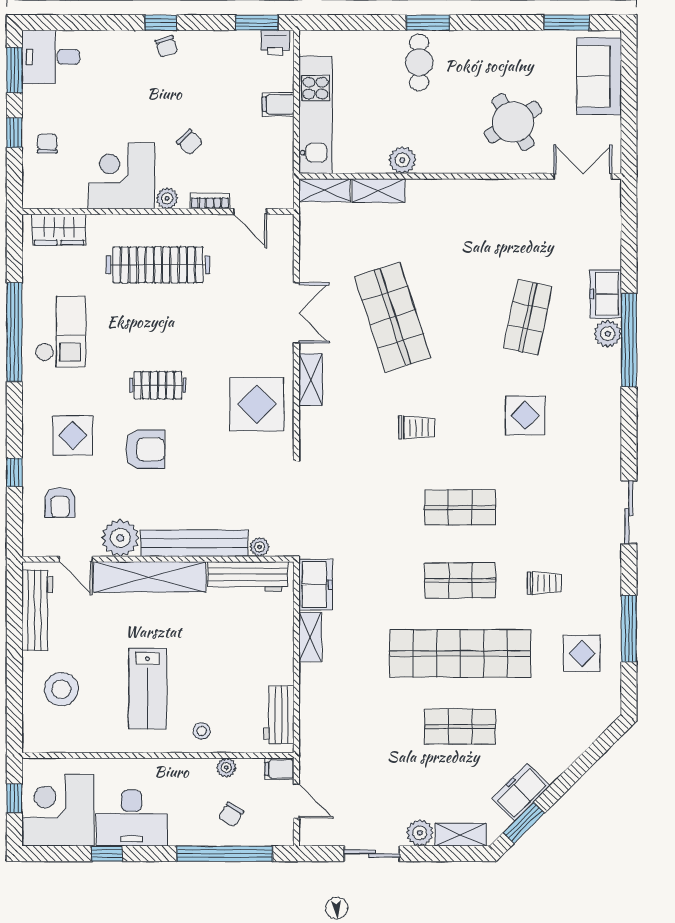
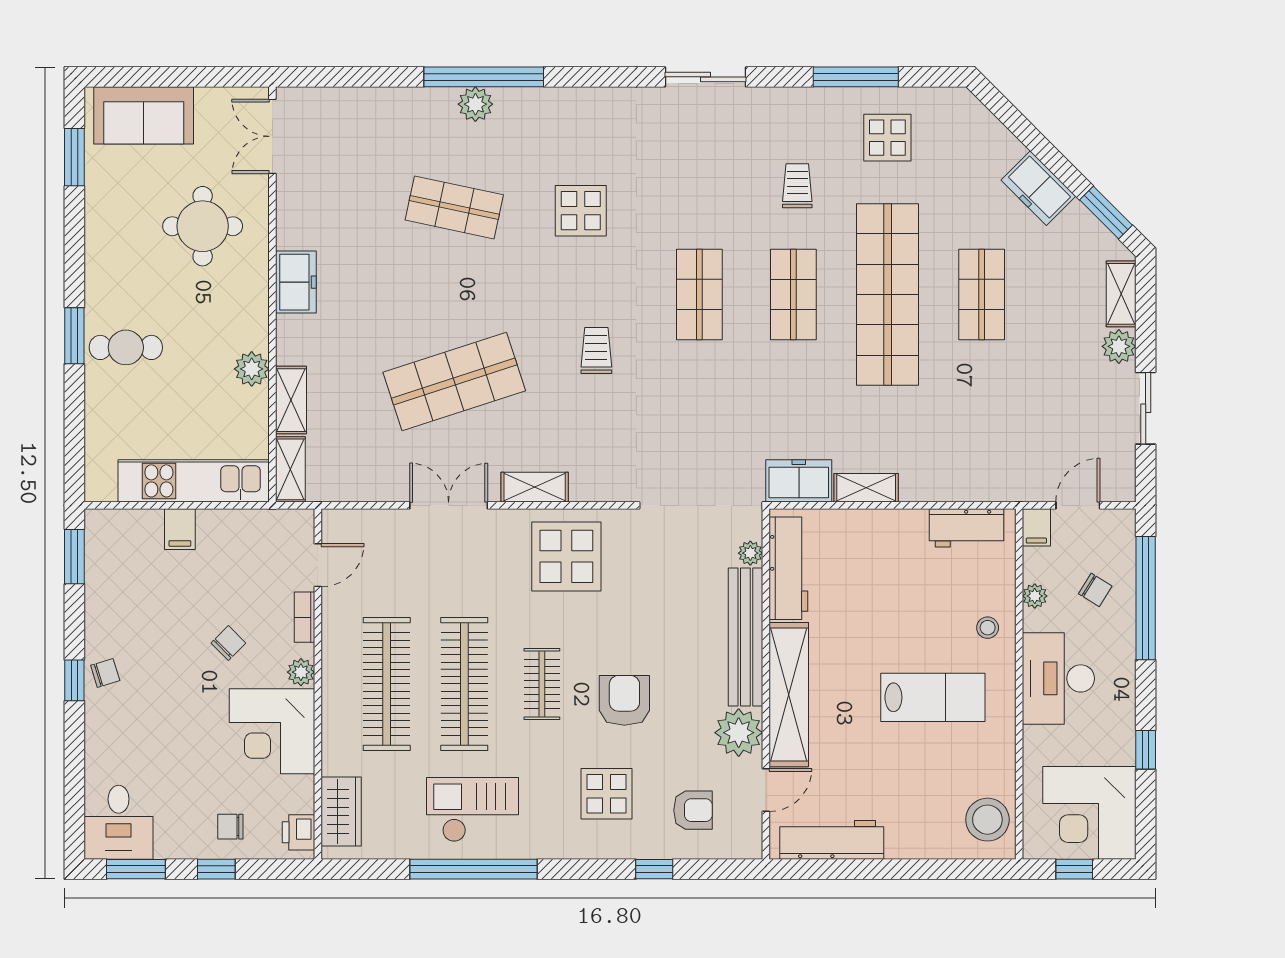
printer: (275, 43) -> (299, 832), moved, turned 180
round table: (513, 122) -> (203, 226), turned 32
freezer: (606, 294) -> (296, 282), moved, turned -90
clothes rail: (158, 325) -> (464, 684), added
stool: (61, 689) -> (987, 820), moved
freezer: (521, 792) -> (1038, 188), moved
desk: (132, 818) -> (1058, 678), moved, turned 180

